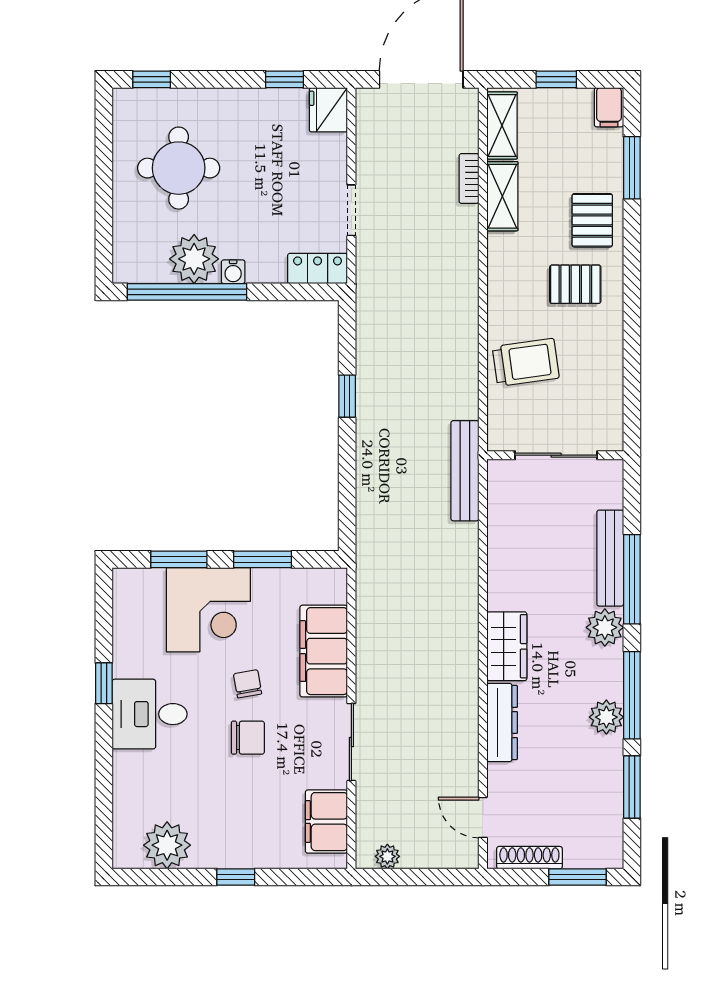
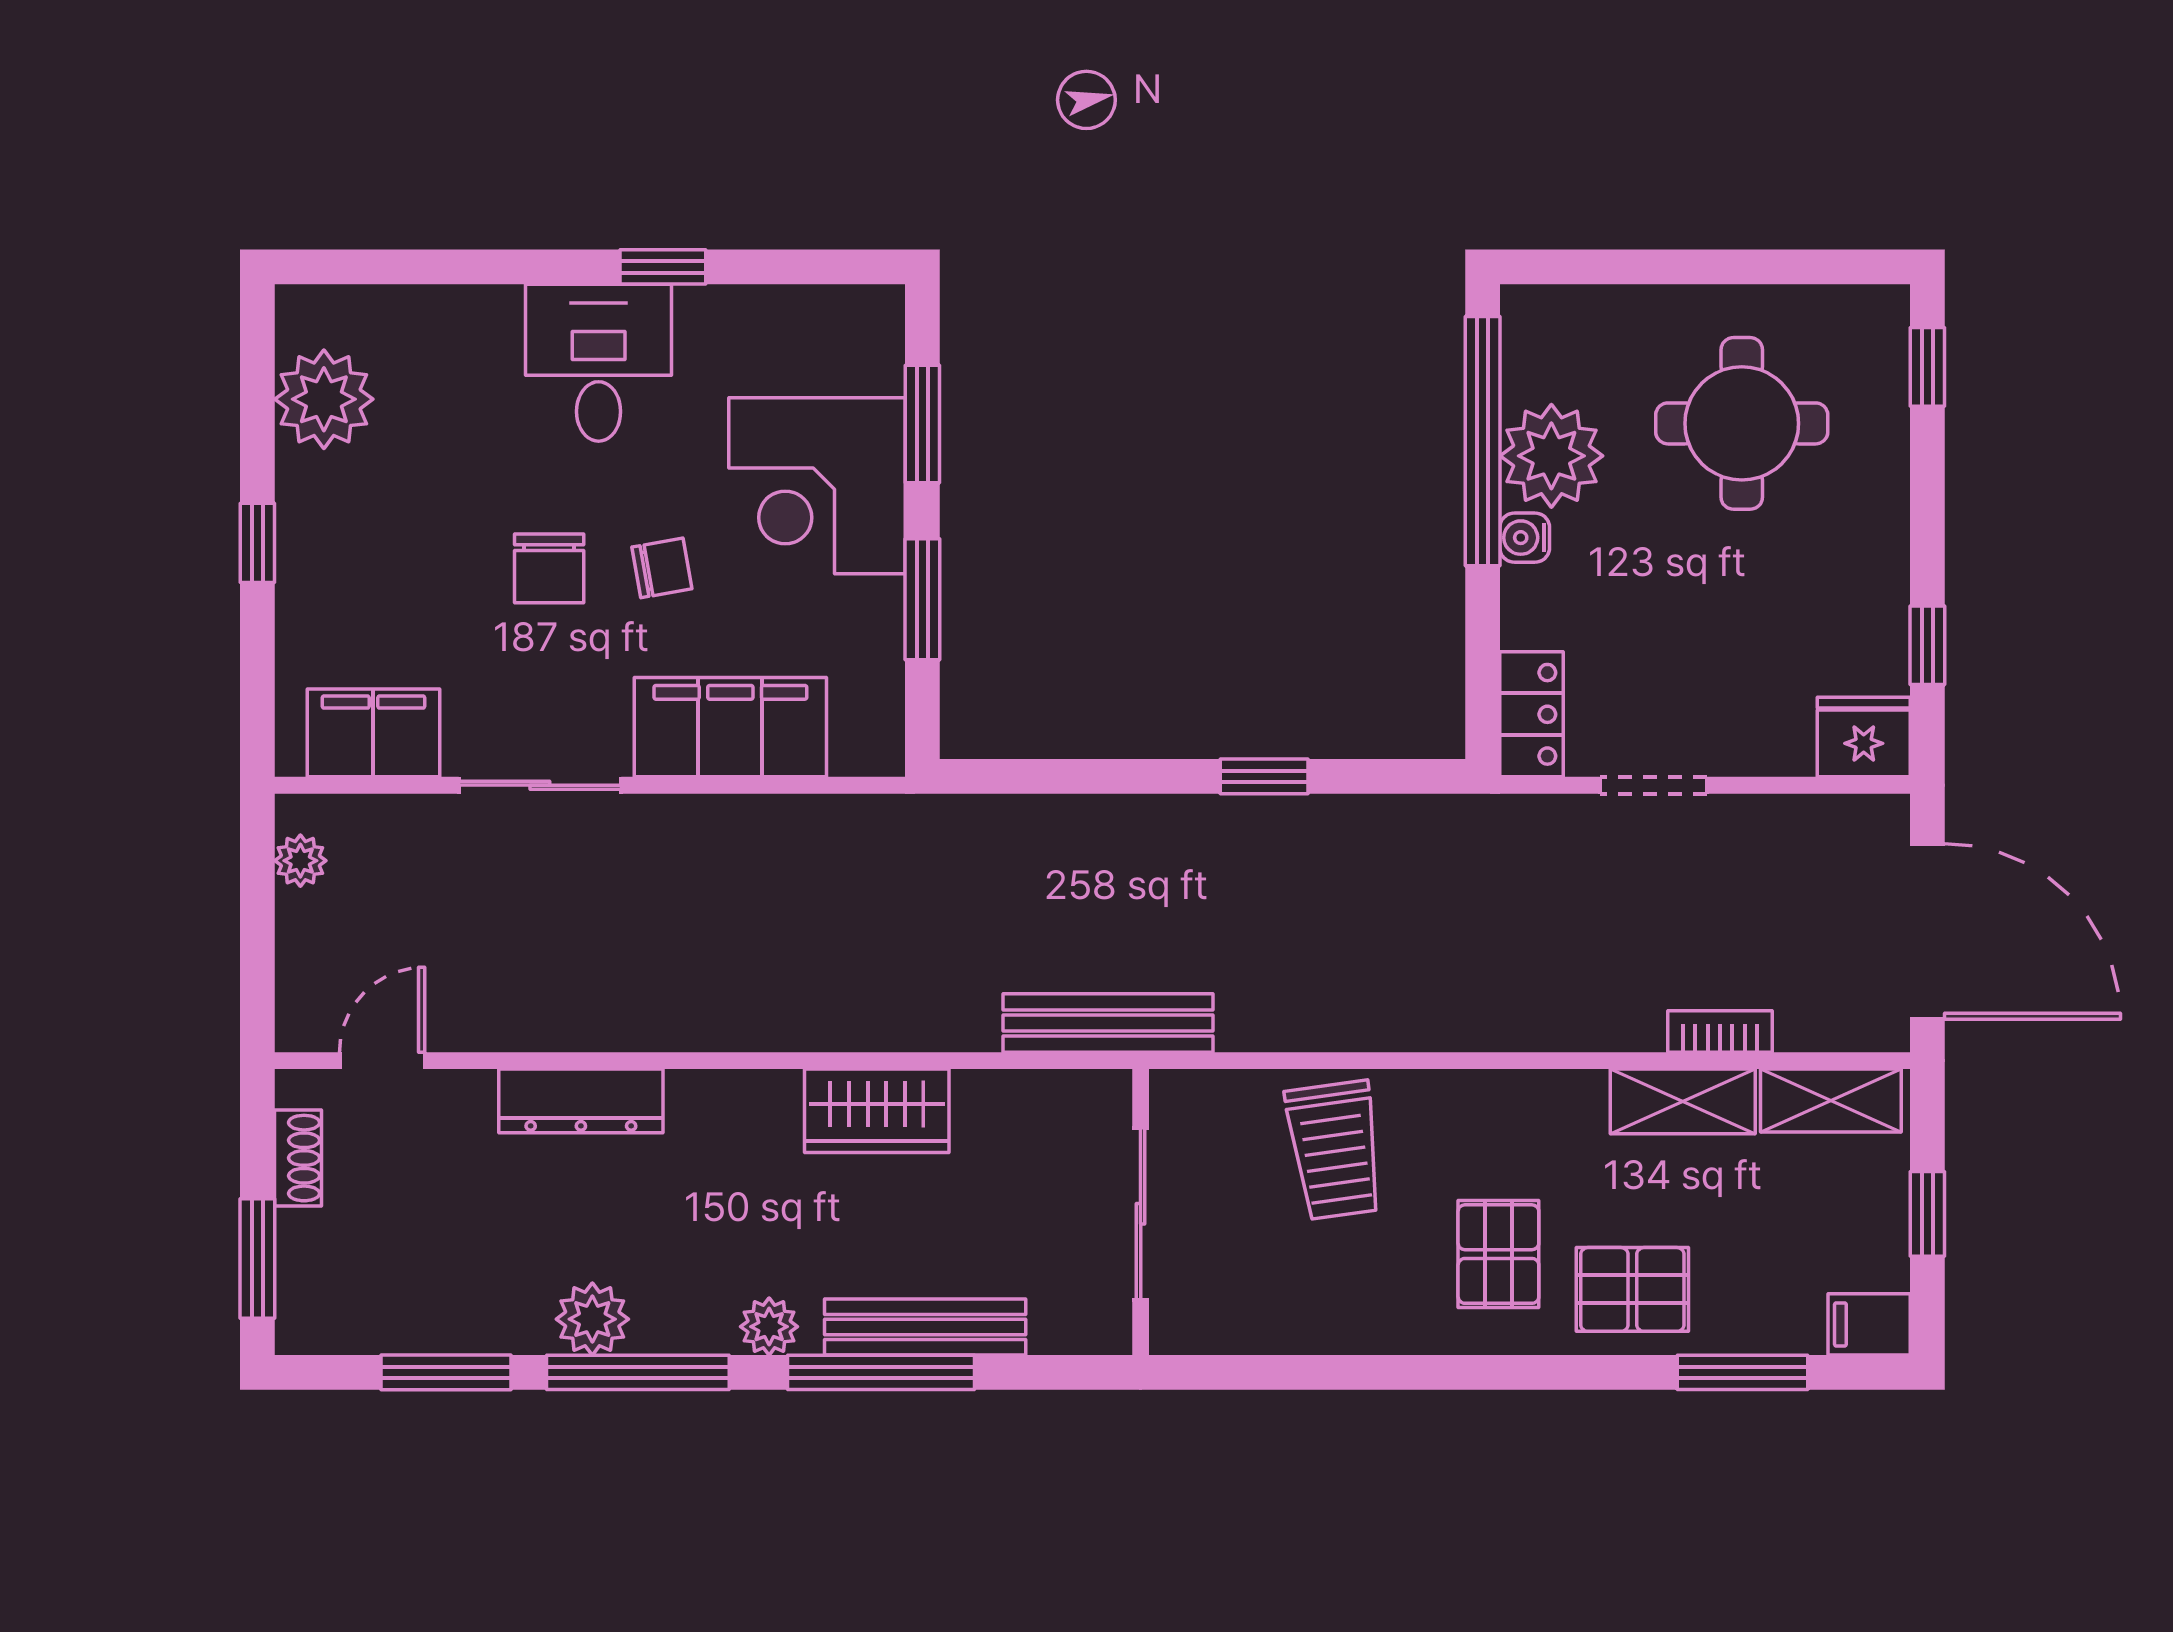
plant: (605, 627) -> (769, 1327), width x0.73, depth x0.73
wardrobe: (507, 646) -> (877, 1111), moved
shoe rack: (529, 858) -> (298, 1158), width x0.70

